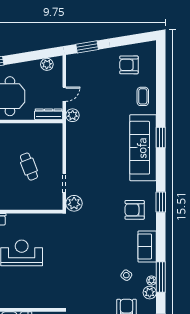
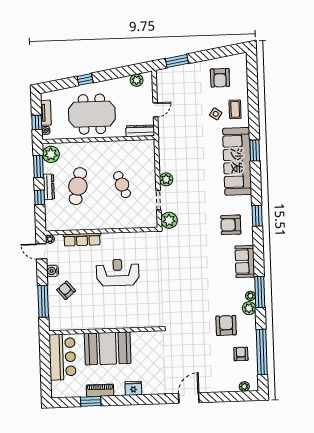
armchair: (129, 65) -> (220, 78), turned -90
plant: (73, 115) -> (166, 179), moved
side table: (126, 275) -> (216, 114), moved

